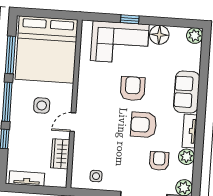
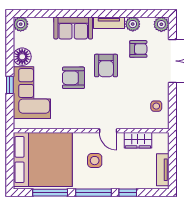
armchair: (159, 161) -> (138, 49), turned 180

